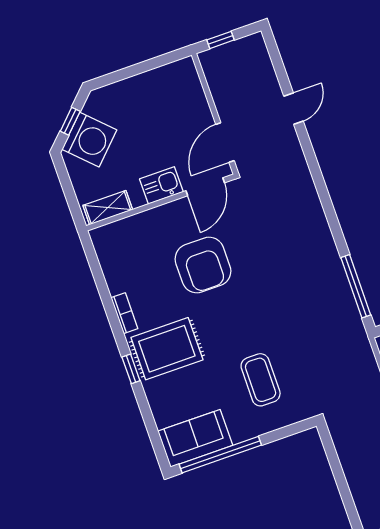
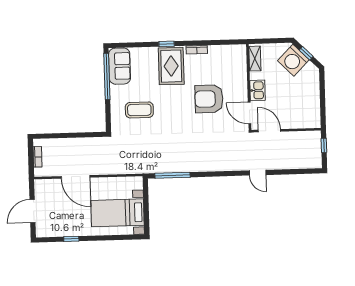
door: (294, 109) -> (258, 173), moved

